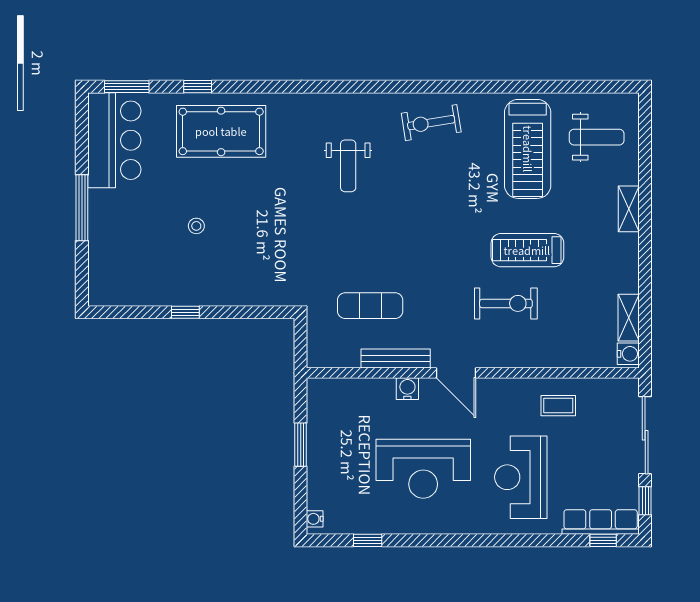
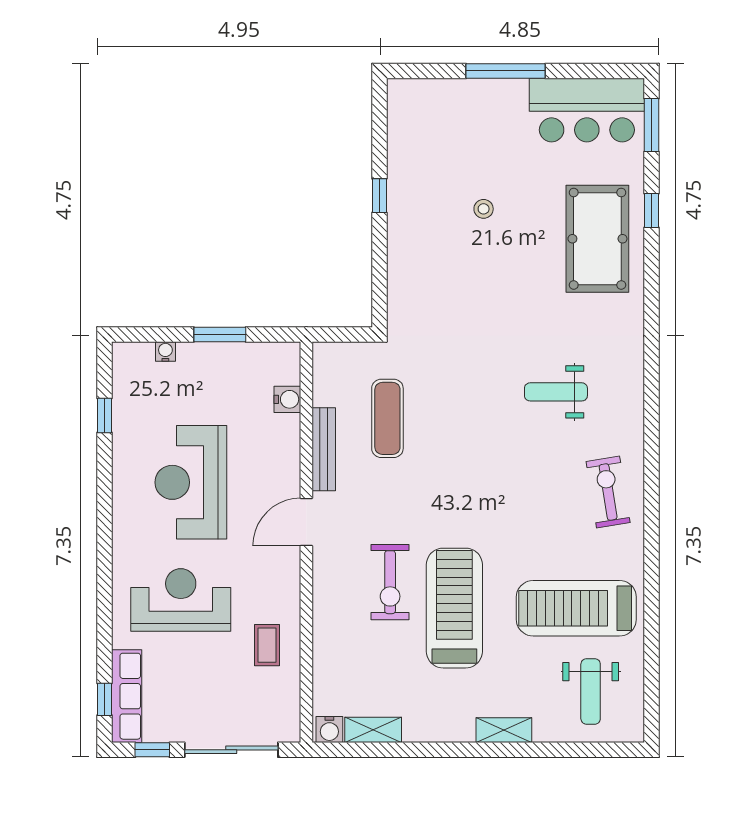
treadmill: (527, 250) -> (454, 608), width x1.37, depth x1.38
water cooler: (407, 389) -> (287, 399), moved
water cooler: (315, 519) -> (165, 352), moved

